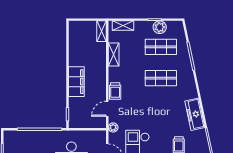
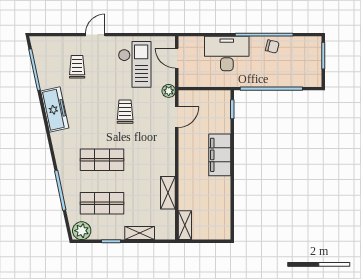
shelving: (123, 25) -> (140, 233), moved
plant: (160, 27) -> (82, 231), moved
trolley: (115, 91) -> (125, 112), moved

